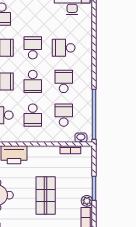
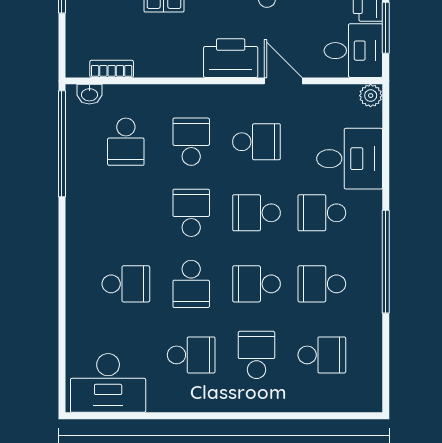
school desk: (64, 81) -> (191, 355), moved, turned -90

